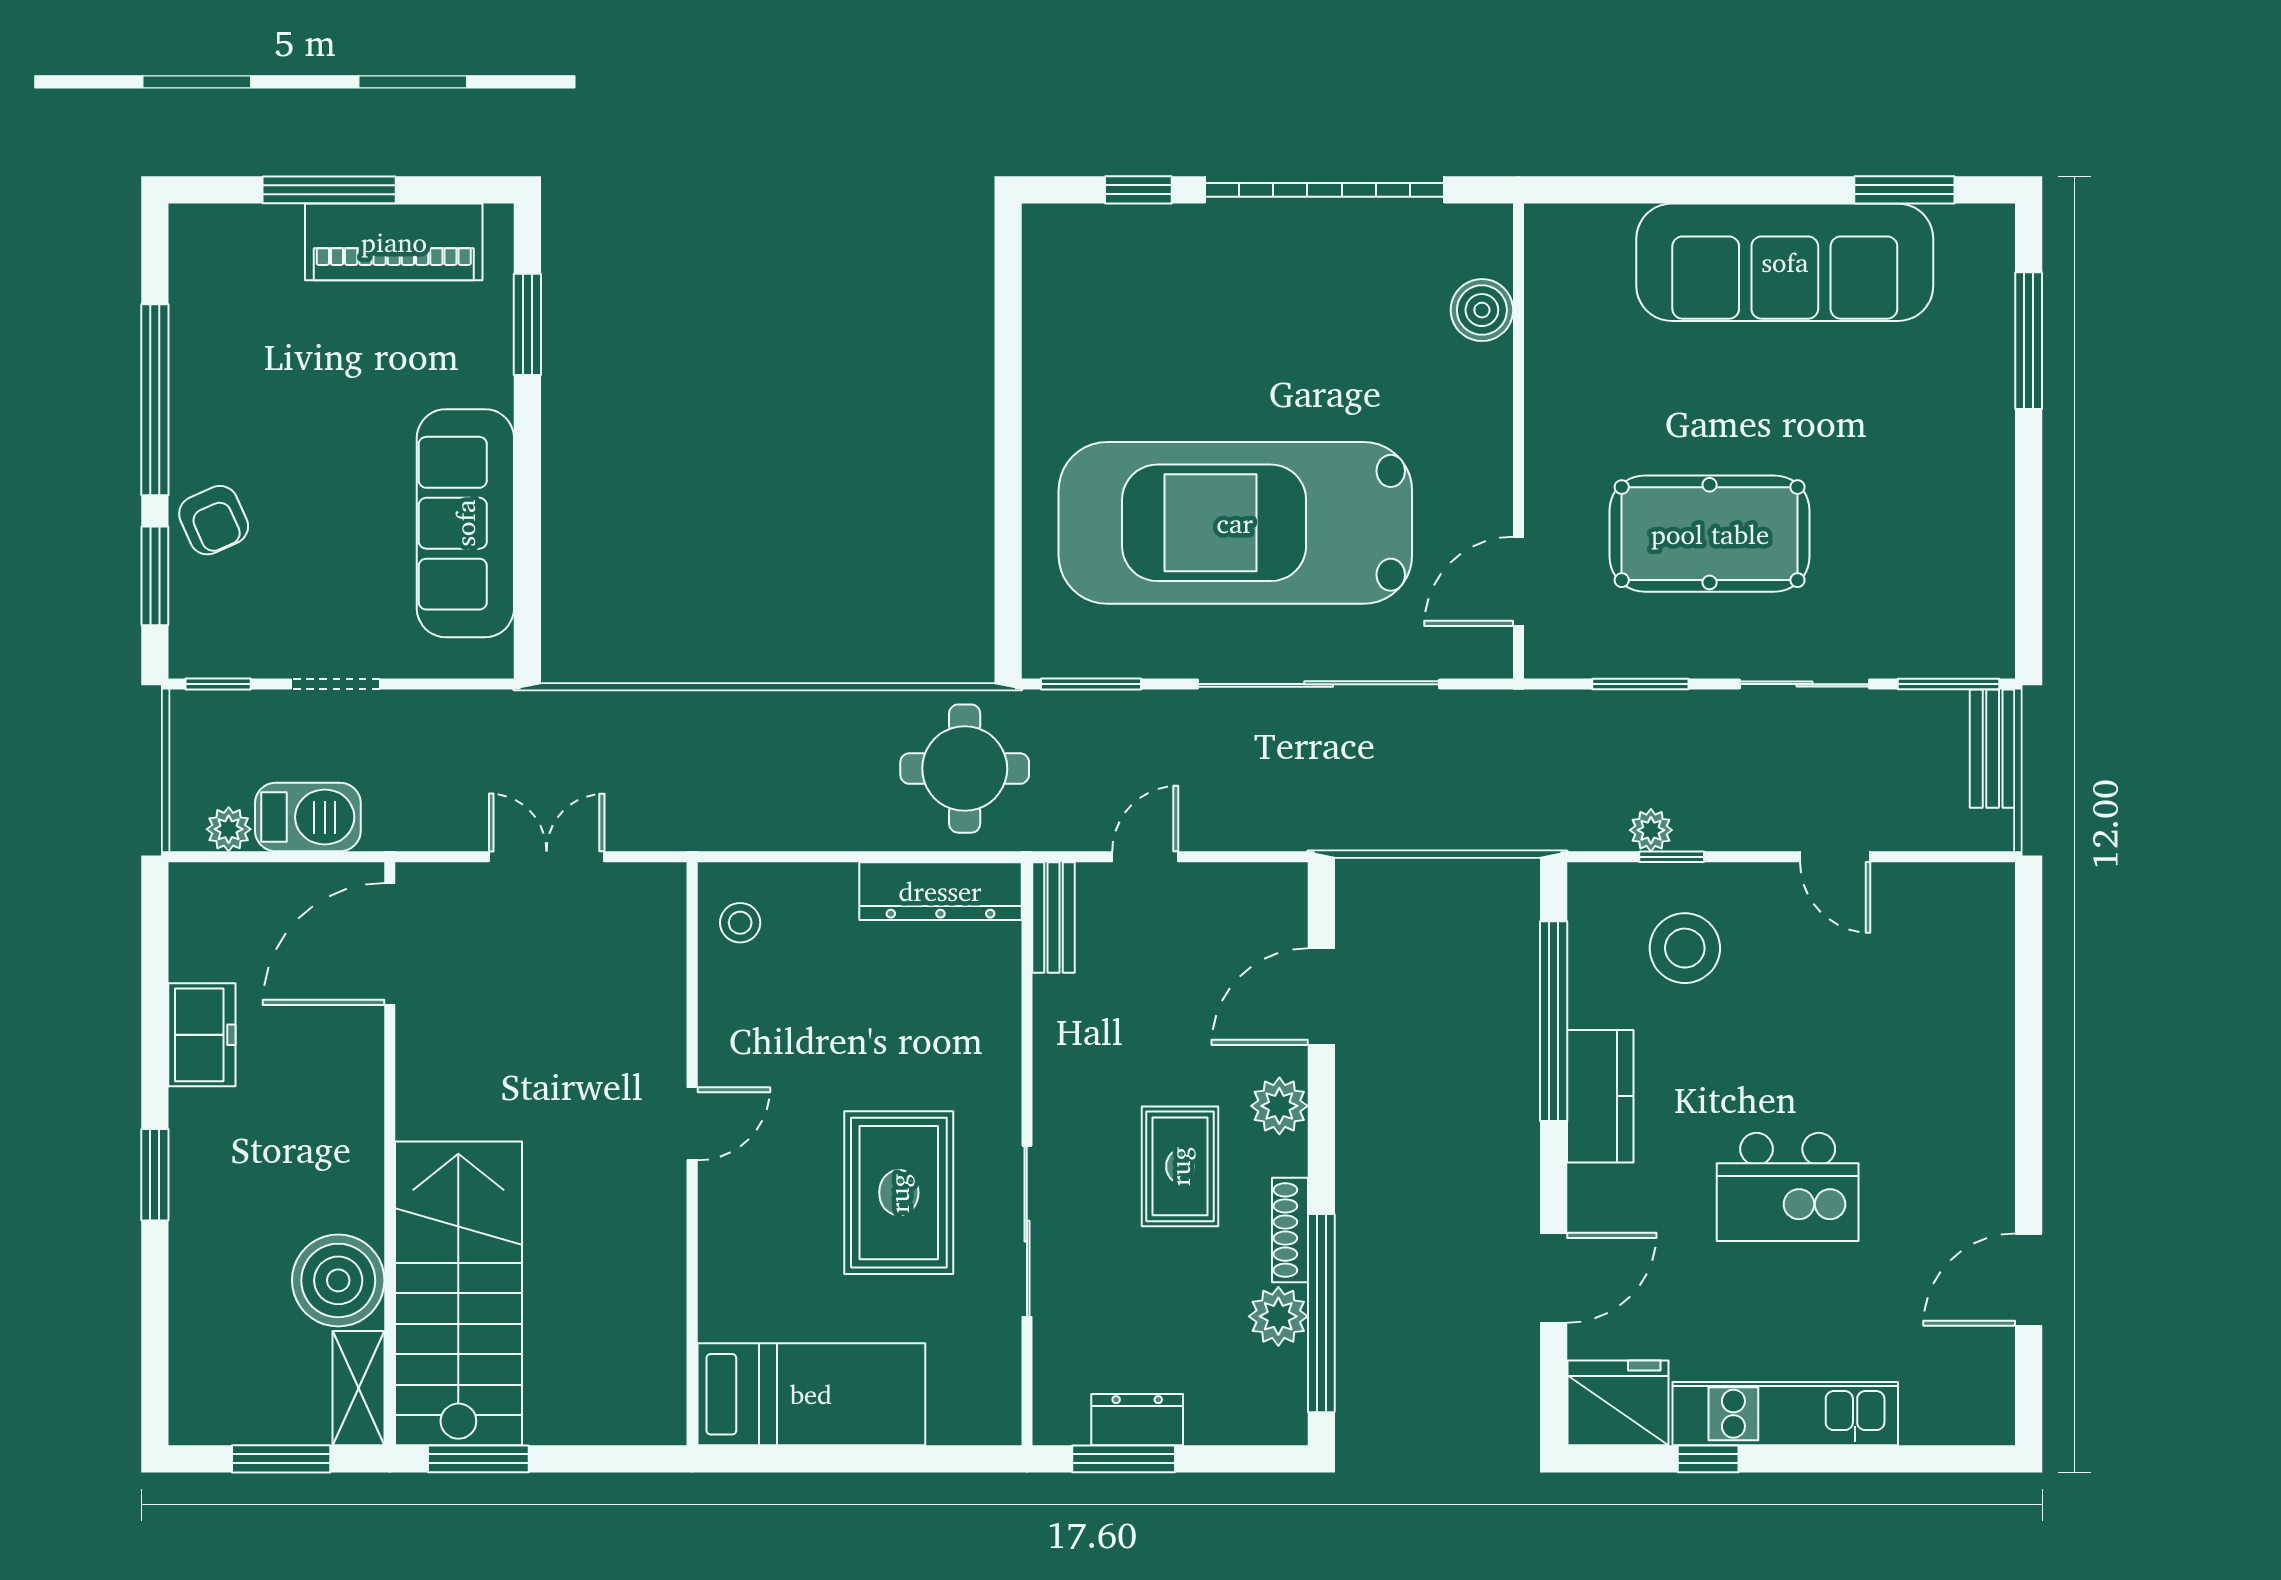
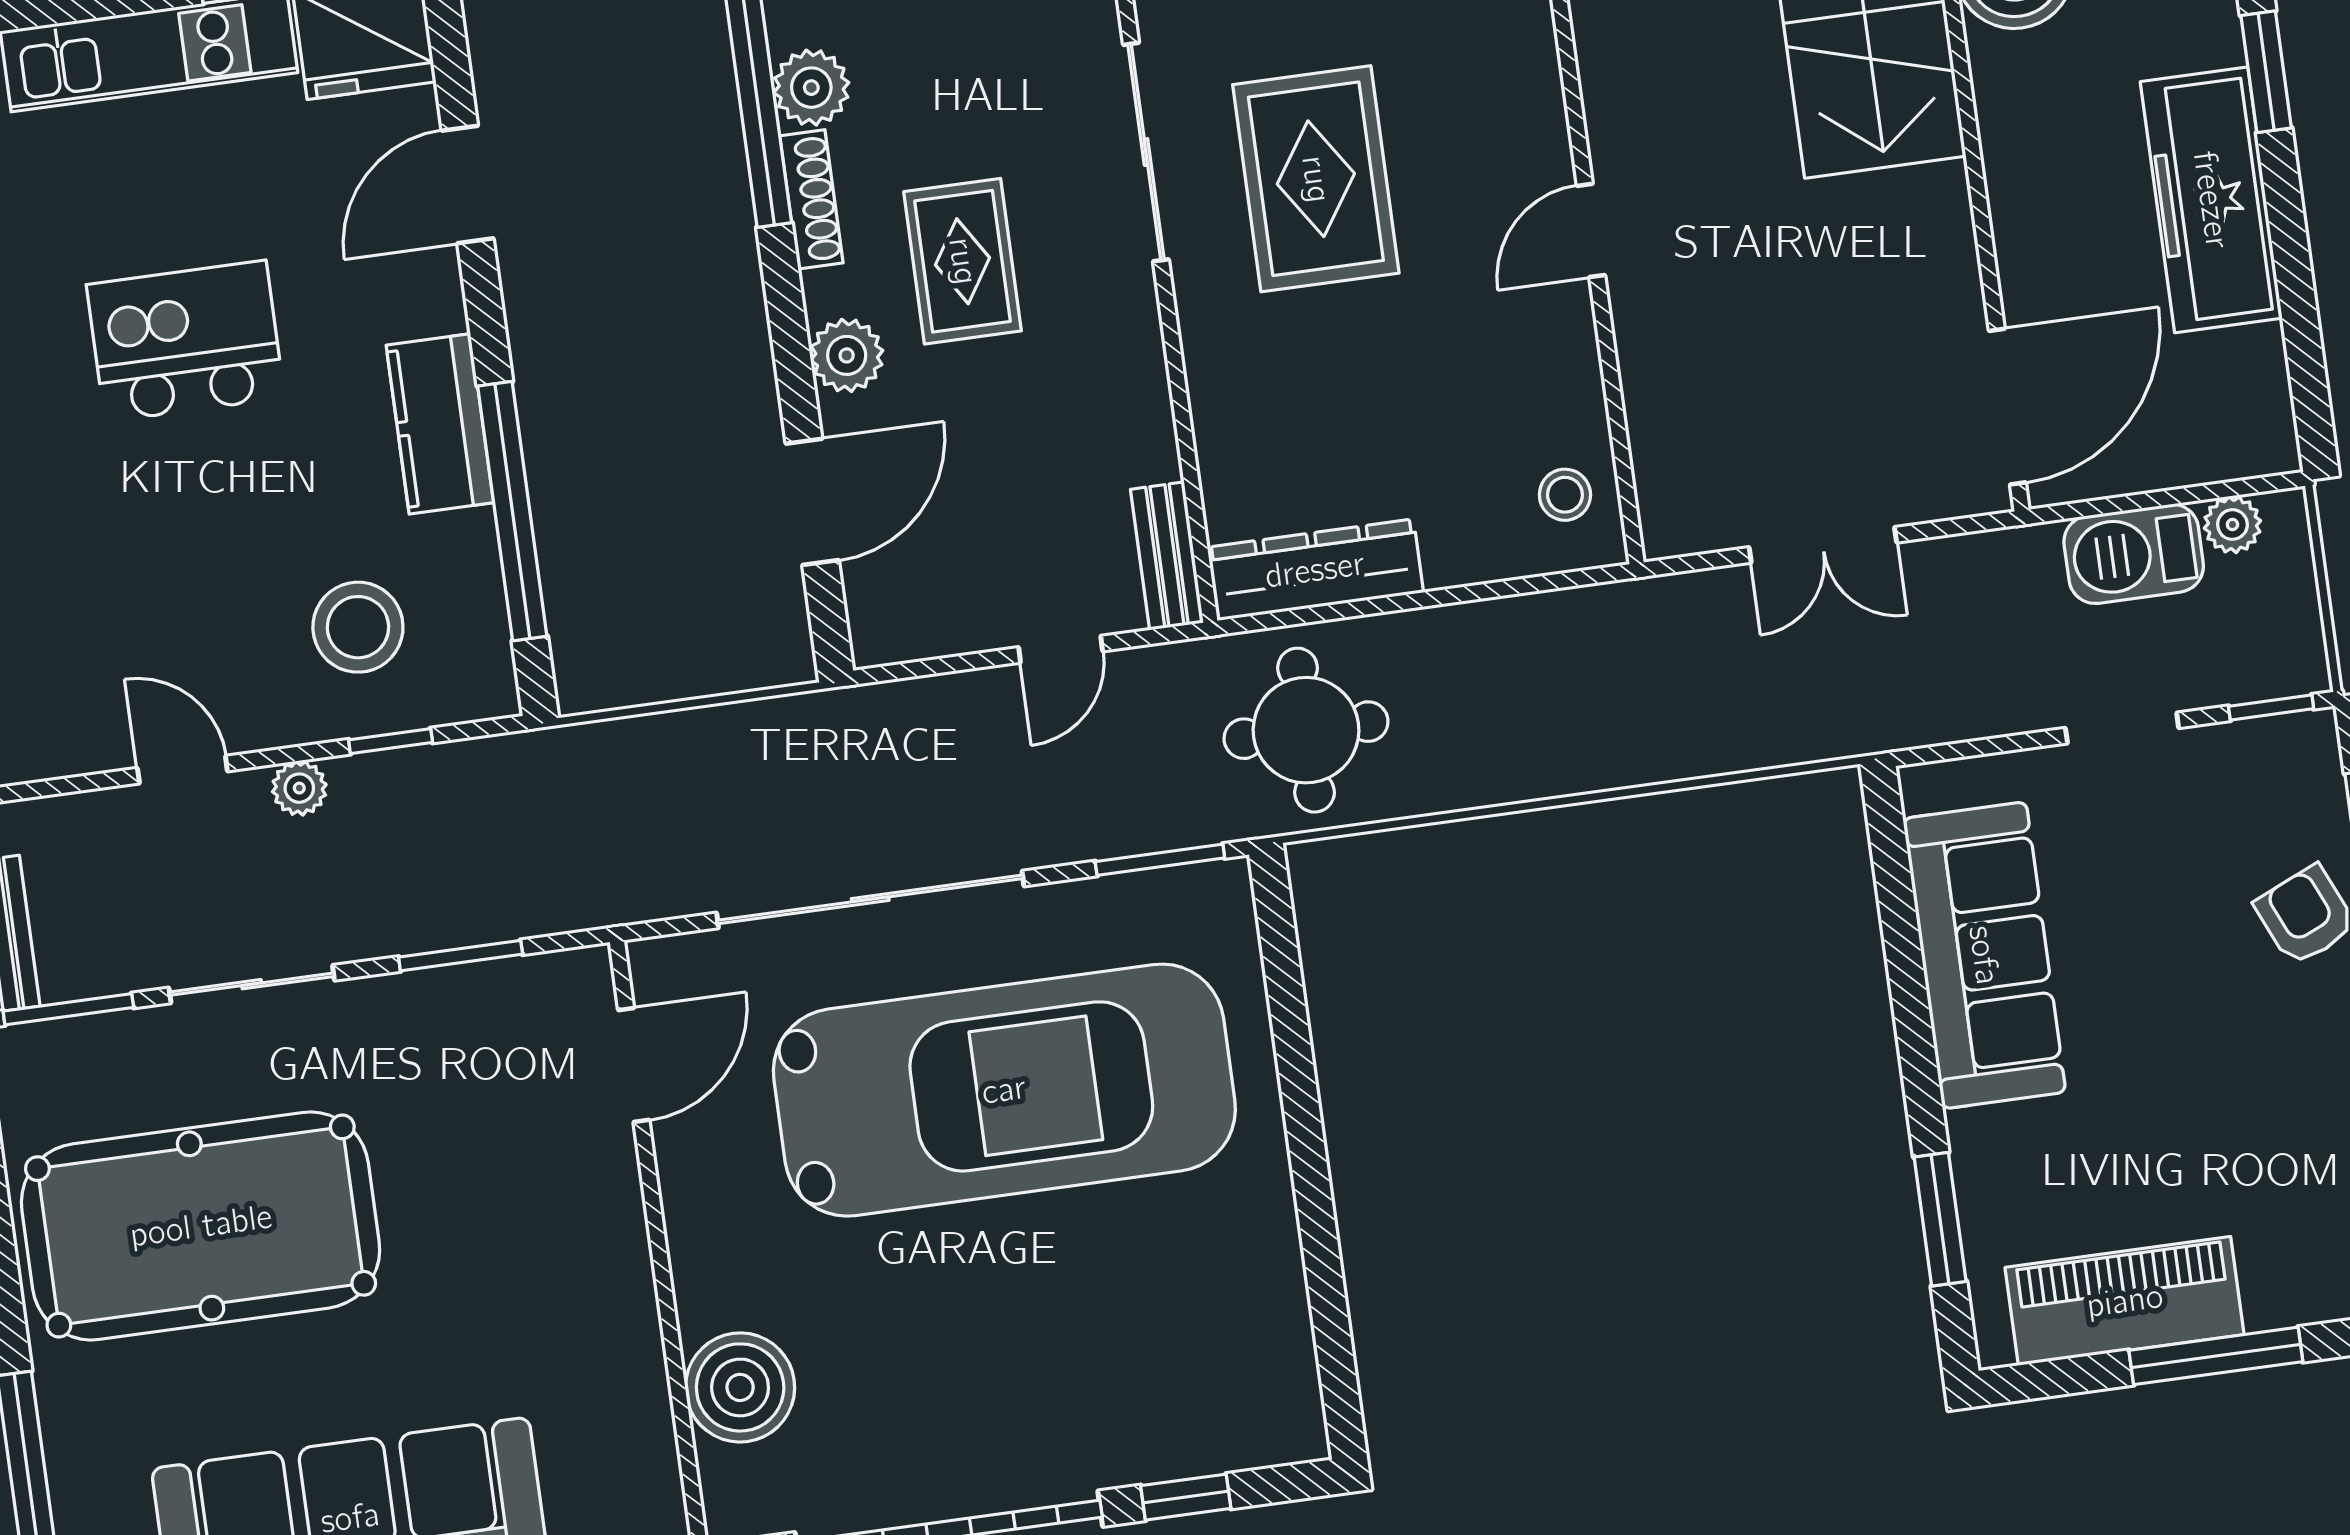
boiler: (1482, 310) -> (740, 1387), width x1.37, depth x1.37
pool table: (1710, 534) -> (201, 1226), moved, width x1.36, depth x1.32
plant: (1651, 830) -> (299, 788), moved
freezer: (202, 1035) -> (2211, 200), width x1.91, depth x1.26

